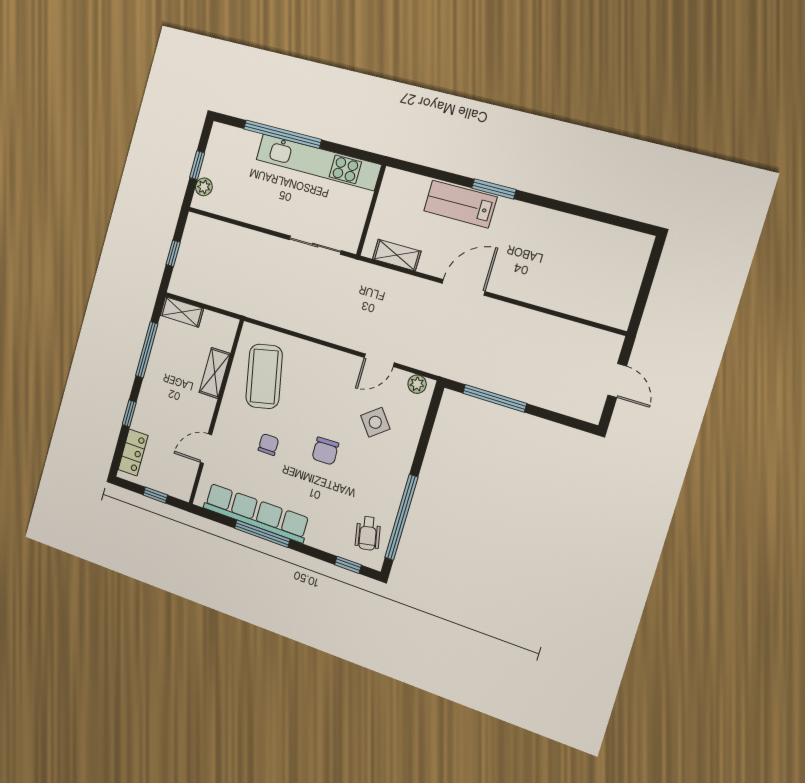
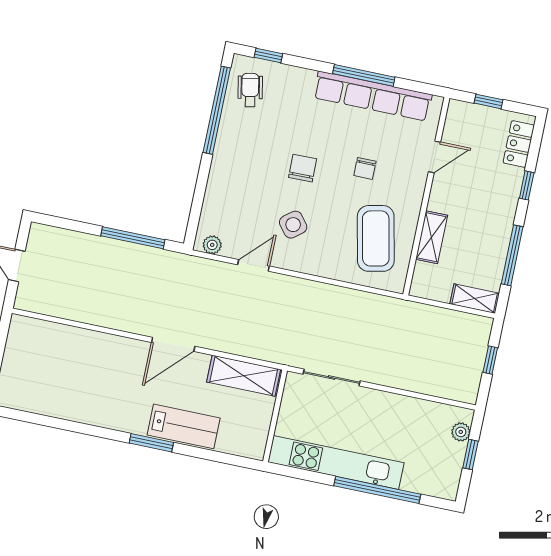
shelving: (397, 255) -> (244, 376), width x1.50, depth x1.33
side table: (375, 422) -> (293, 225), moved

